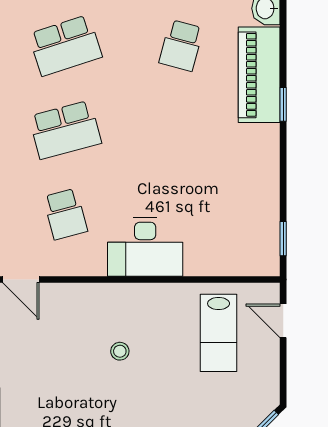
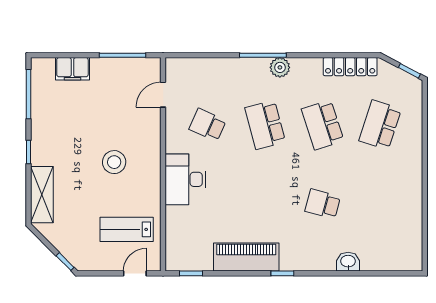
piano: (259, 75) -> (246, 257), moved
school desk: (65, 214) -> (208, 125), turned 39
stool: (120, 351) -> (114, 162), width x1.89, depth x1.89

